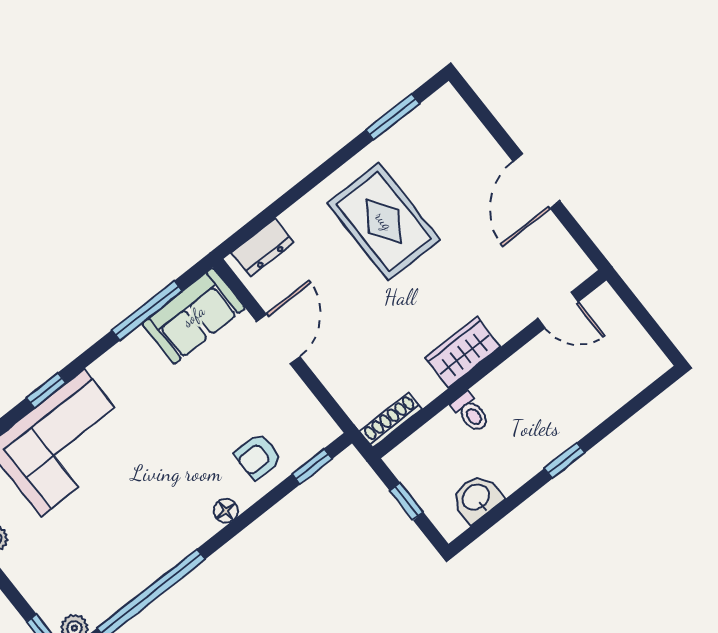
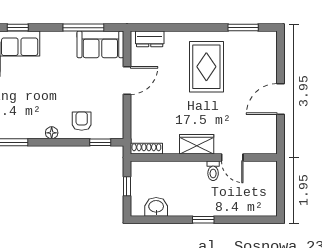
door: (558, 310) -> (232, 157), moved
toilet: (471, 412) -> (213, 171), moved
armchair: (258, 456) -> (82, 121), turned 90

